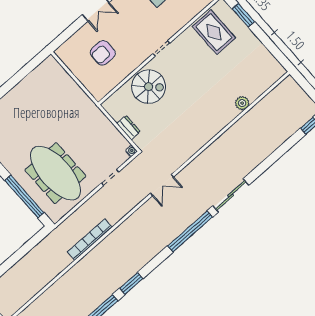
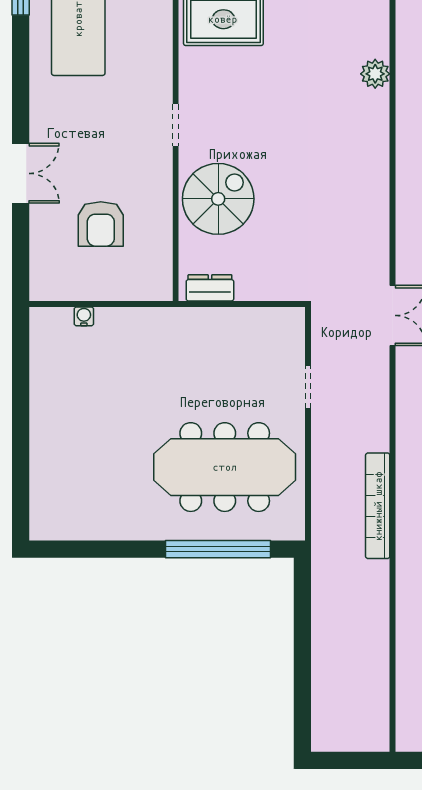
dresser: (129, 128) -> (210, 288), moved
water cooler: (131, 151) -> (84, 316), moved

